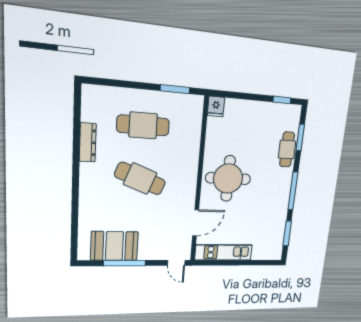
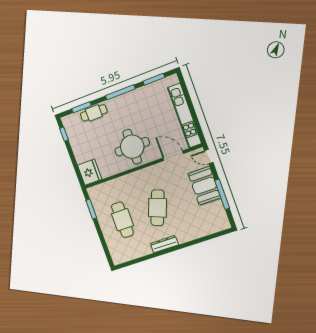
fridge: (216, 107) -> (90, 172), width x1.88, depth x1.34
dresser: (88, 142) -> (164, 244), moved
booth: (114, 246) -> (204, 186), moved
kitchen unit: (224, 252) -> (185, 116), width x1.36
door: (176, 263) -> (209, 157), swing flipped

